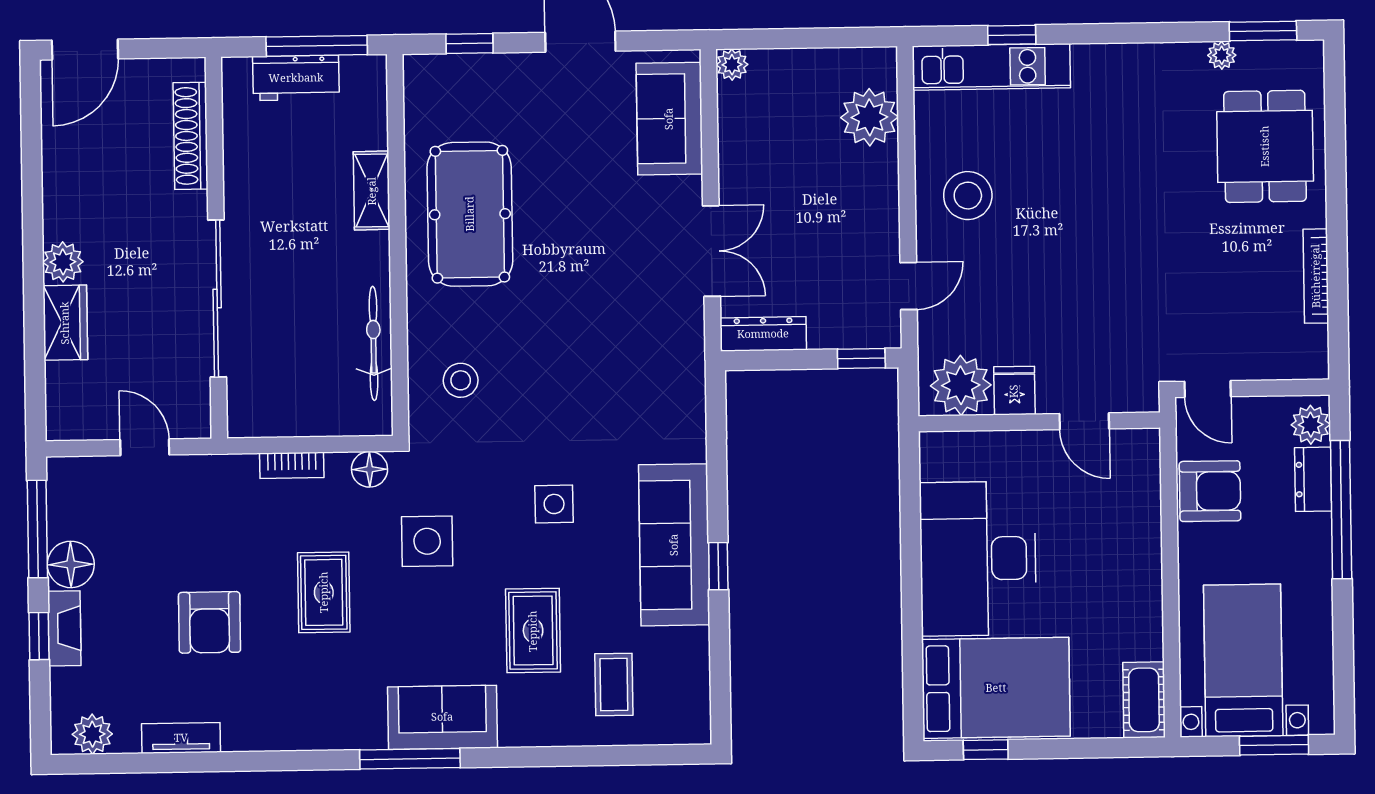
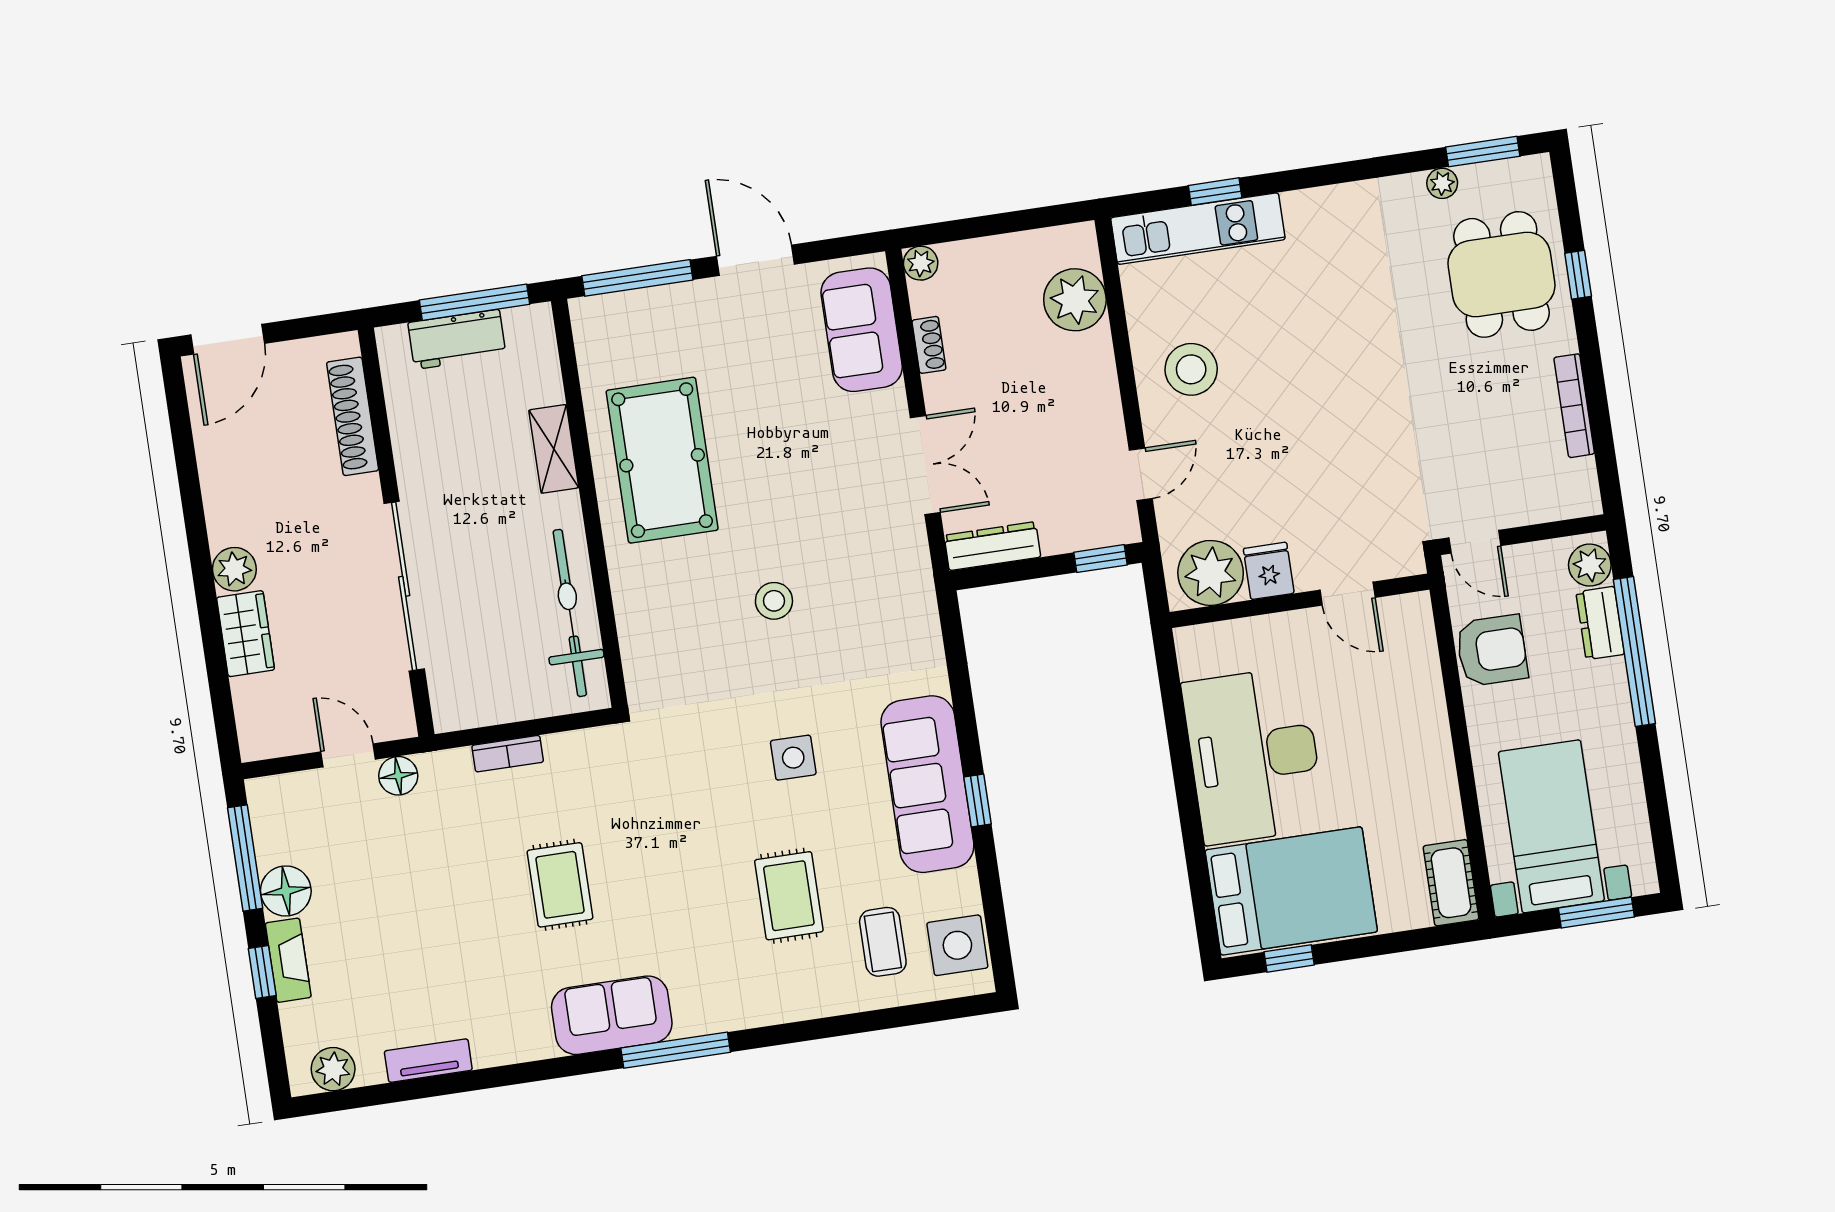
window: (470, 43) -> (637, 278), width x2.17
shoe rack: (730, 141) -> (929, 345), added
window: (1336, 156) -> (1578, 275), added
bicycle: (374, 343) -> (570, 613), width x1.37, depth x1.40
stool: (461, 380) -> (774, 601), moved
floor lamp: (370, 469) -> (398, 776), moved
side table: (427, 541) -> (957, 945), moved
armchair: (210, 622) -> (442, 933), removed
sofa: (442, 717) -> (612, 1015), moved

